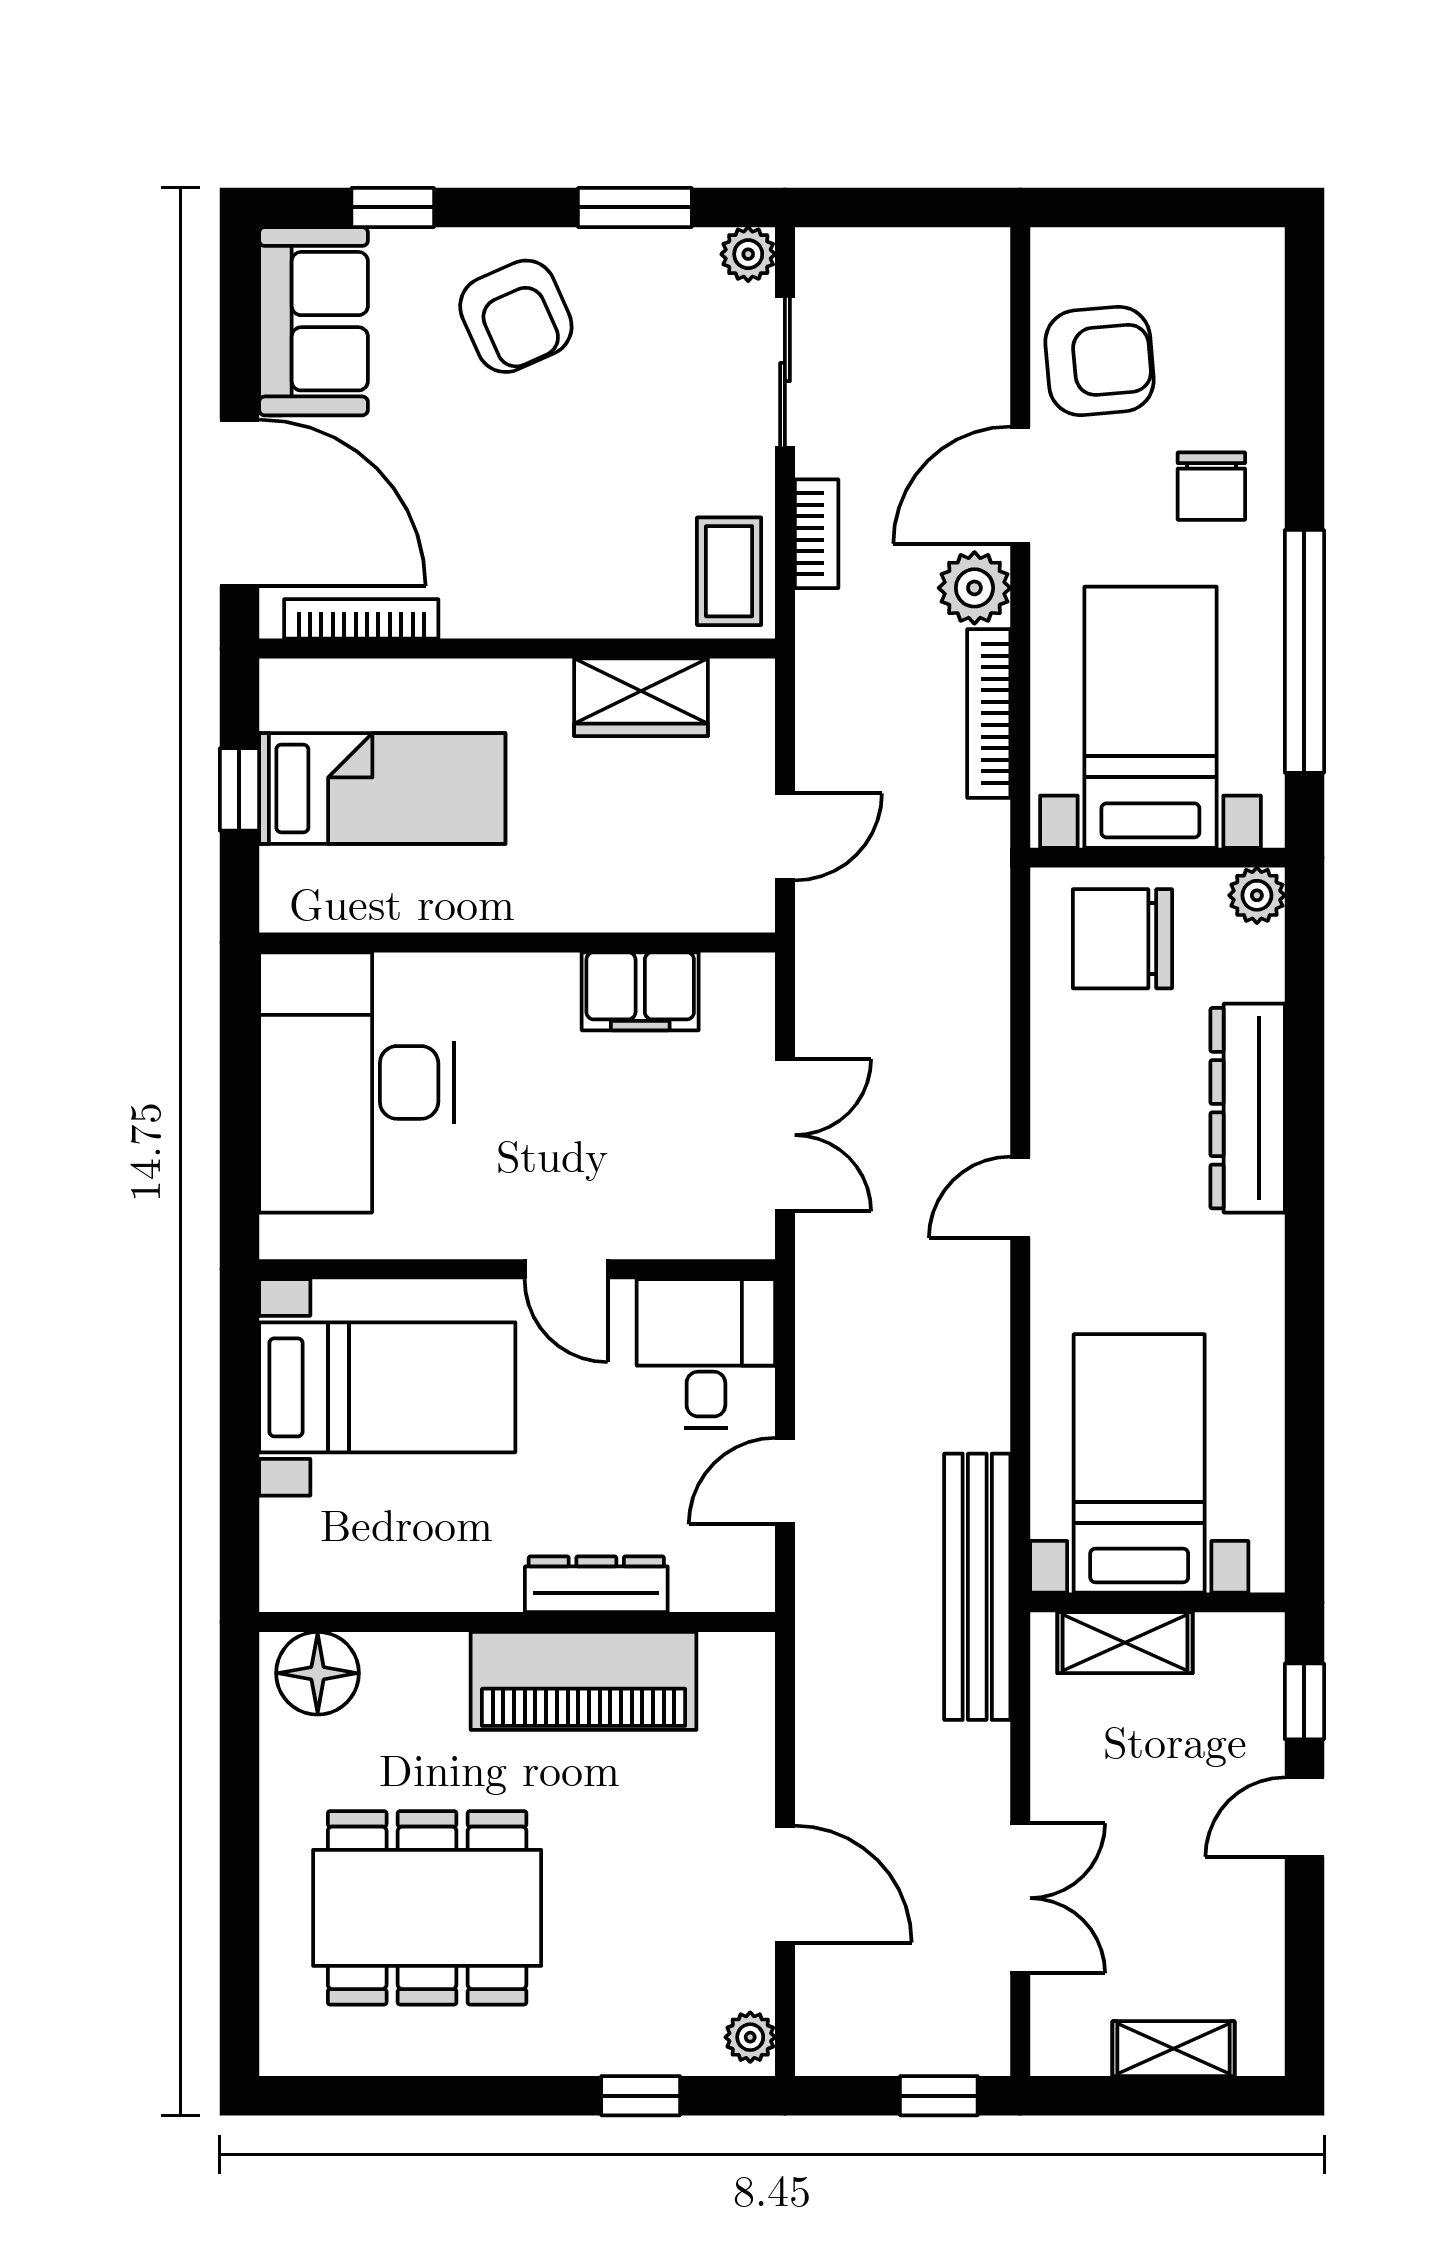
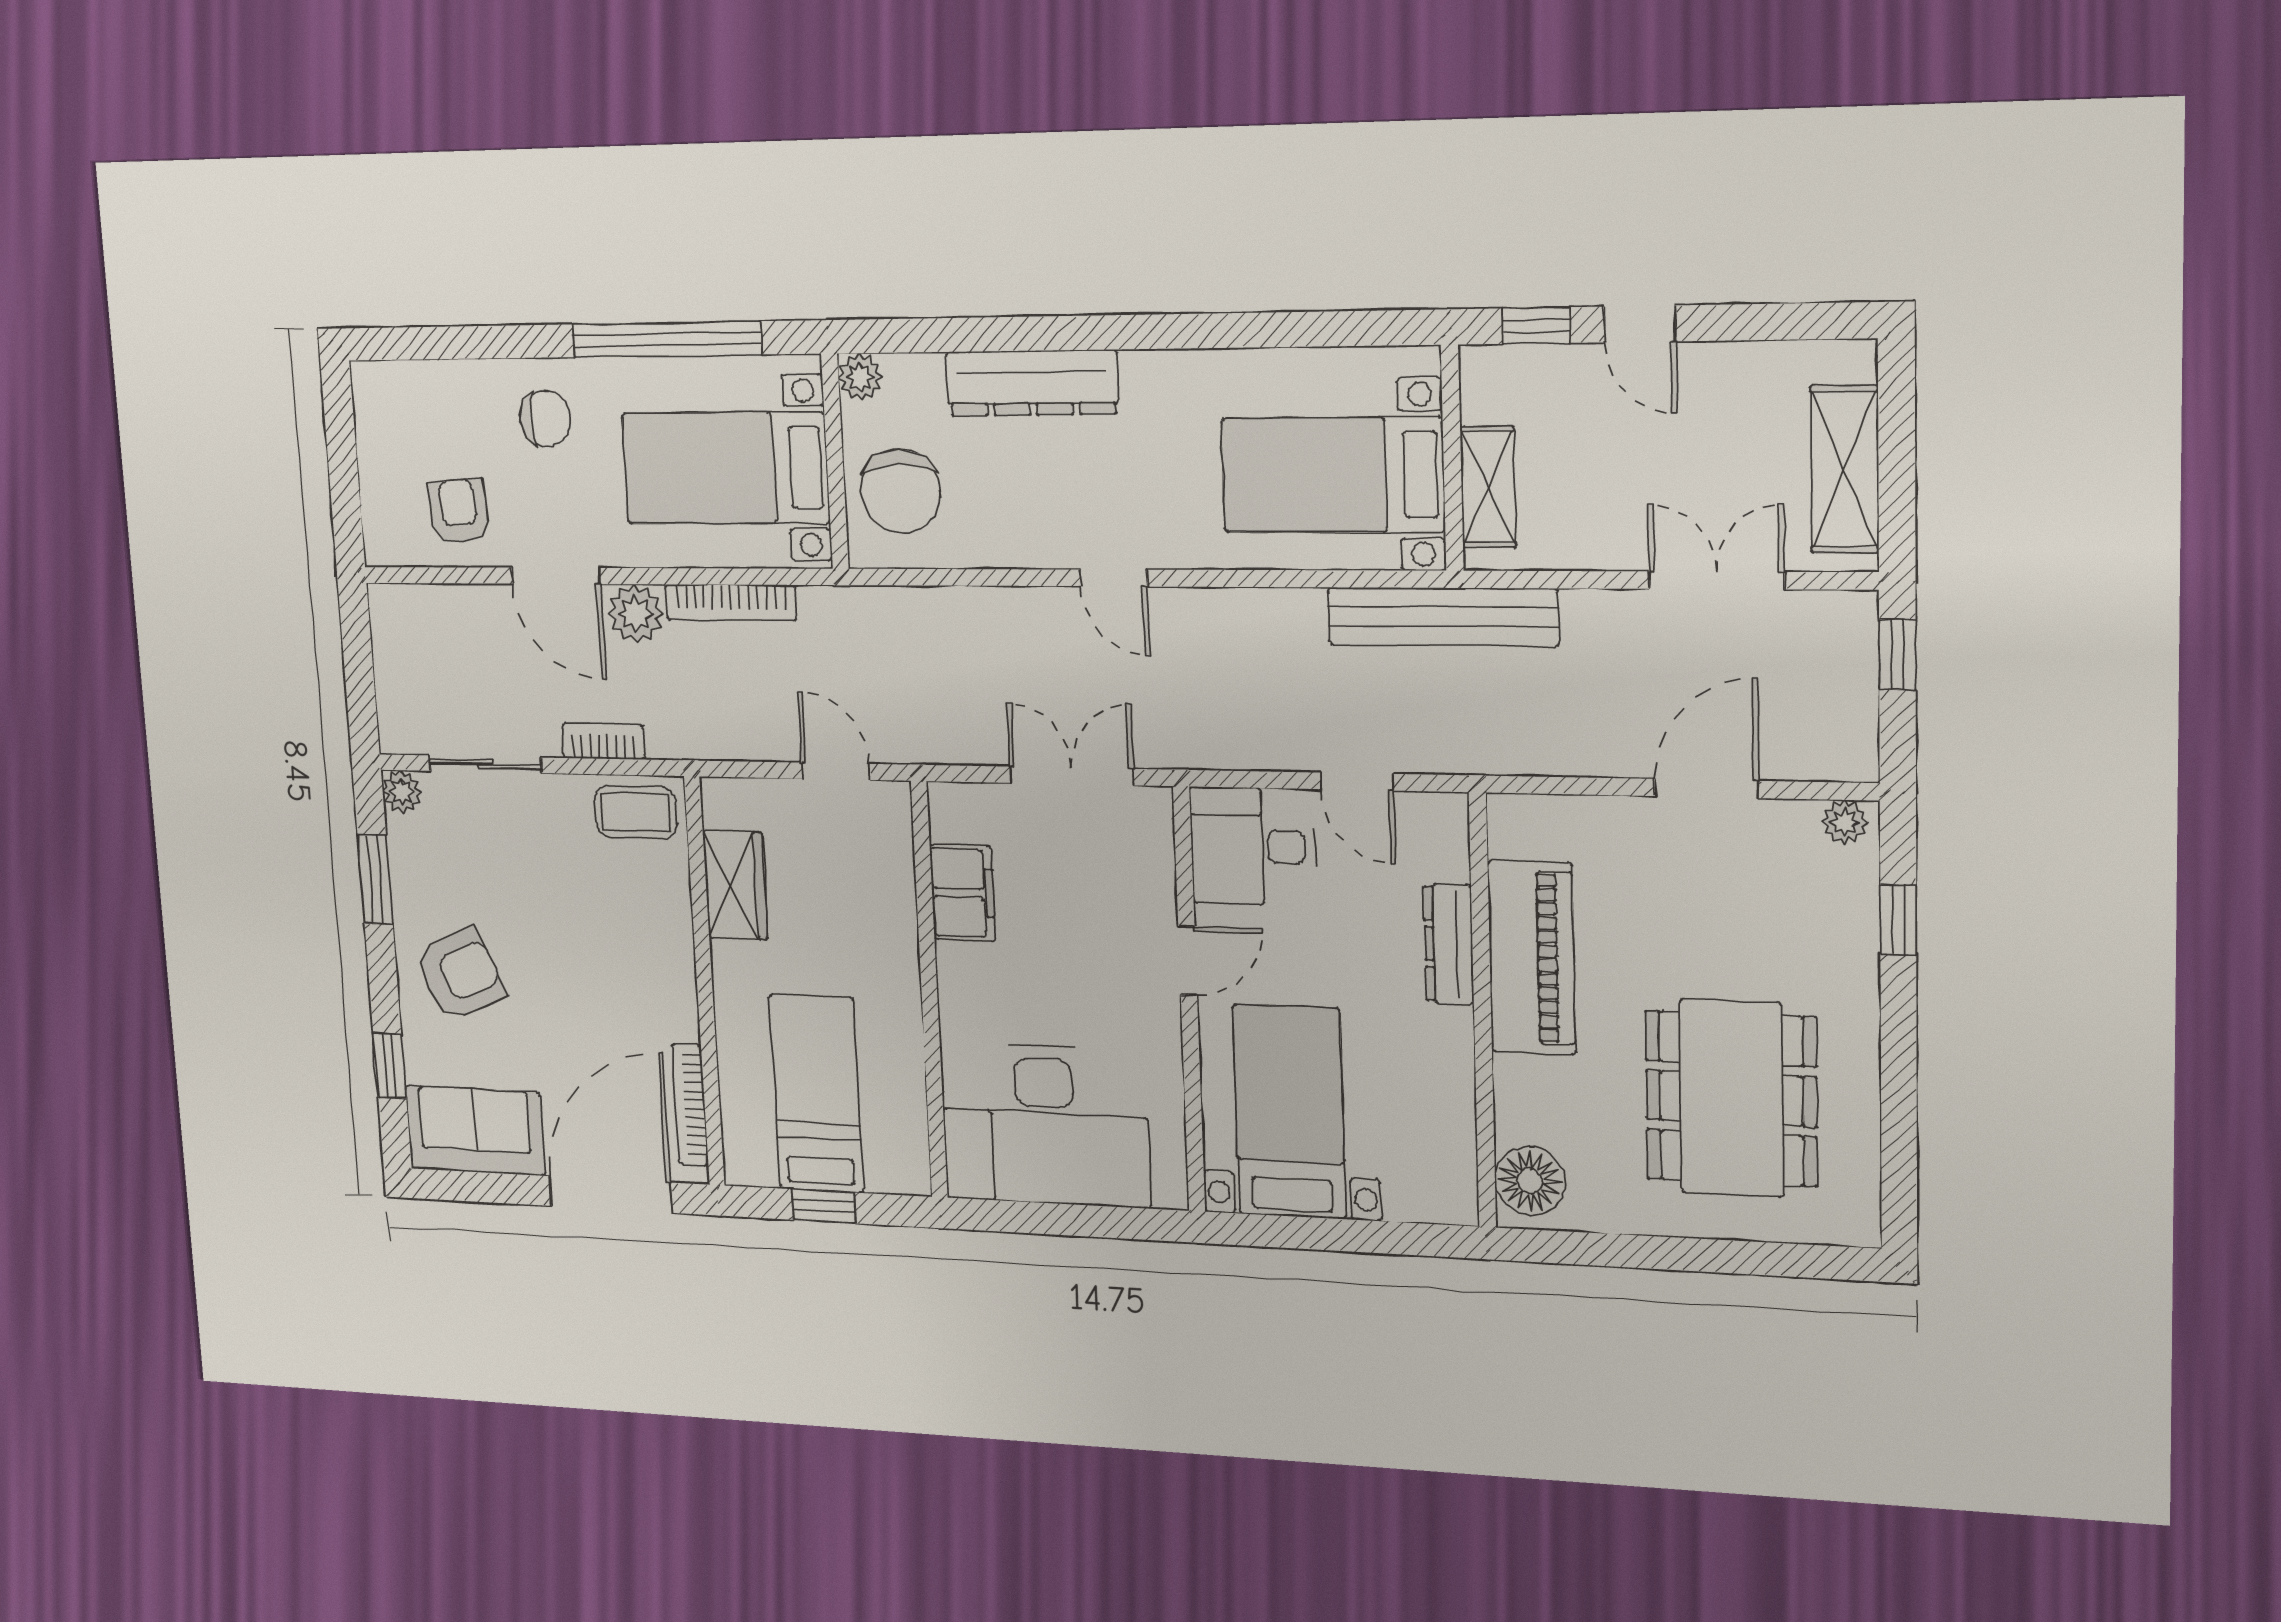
armchair: (1100, 361) -> (459, 511), width x0.72, depth x0.72
shelving: (1174, 2049) -> (1845, 469), width x1.50, depth x1.33

